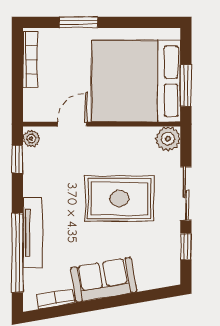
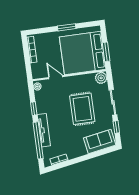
window: (78, 22) -> (67, 27), moved
door: (72, 124) -> (56, 77), hinge flipped
window: (17, 159) -> (34, 109), moved
rug: (119, 198) -> (82, 109), turned 90
sofa: (104, 280) -> (100, 141), moved

